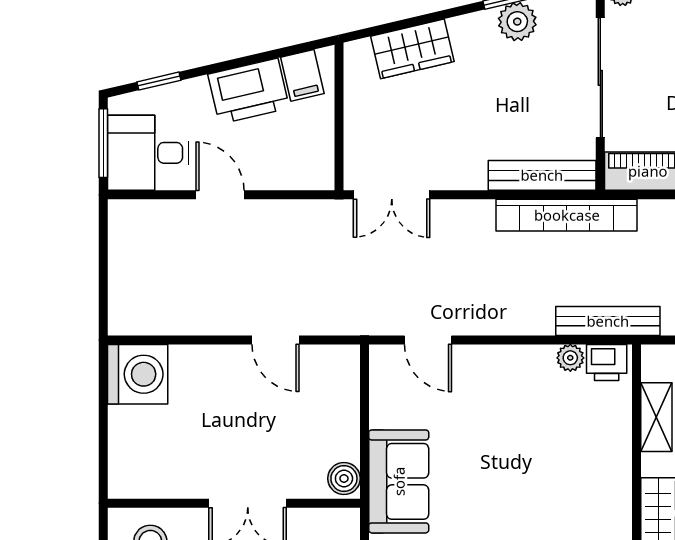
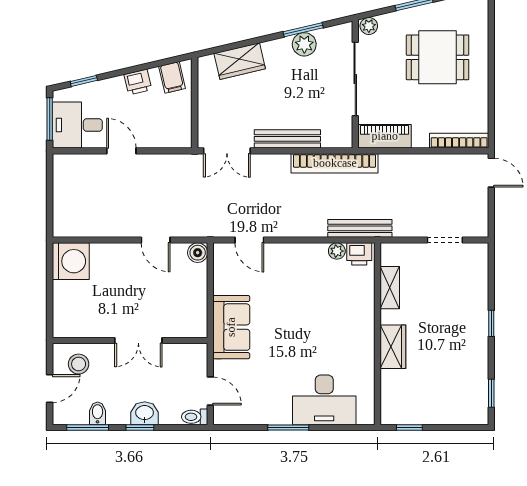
printer: (249, 91) -> (138, 82), width x0.53, depth x0.68
bench: (542, 175) -> (287, 139), moved
boiler: (344, 478) -> (198, 253), moved

